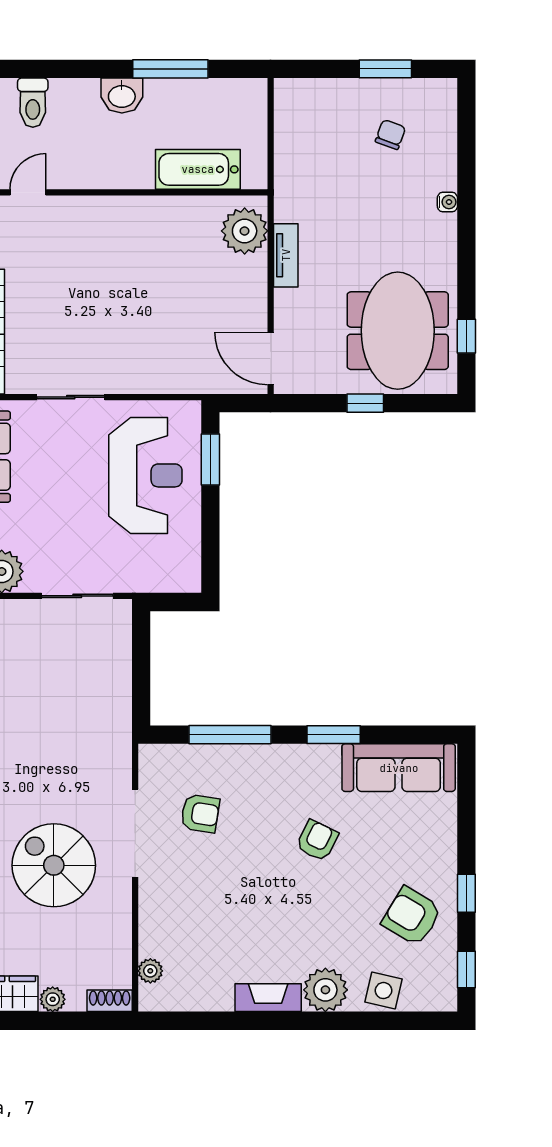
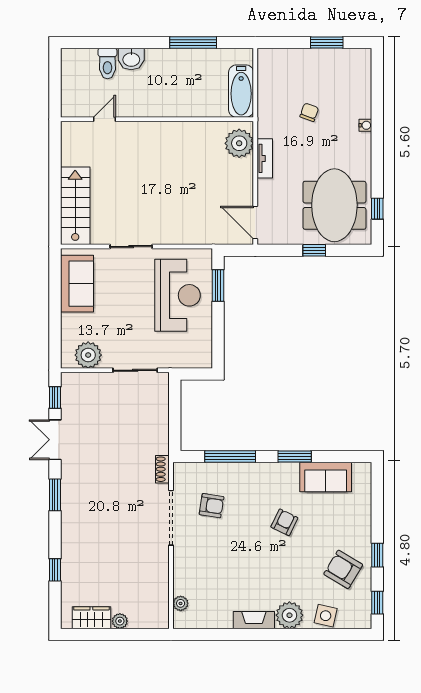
washbasin: (122, 95) -> (131, 59), moved
chair: (390, 135) -> (309, 112), moved
bathtub: (198, 169) -> (241, 91), moved, turned -90
sofa: (399, 768) -> (326, 477), width x0.73
spiral stairs: (54, 865) -> (121, 538), removed
shoe rack: (110, 1001) -> (162, 469), moved, turned -90

